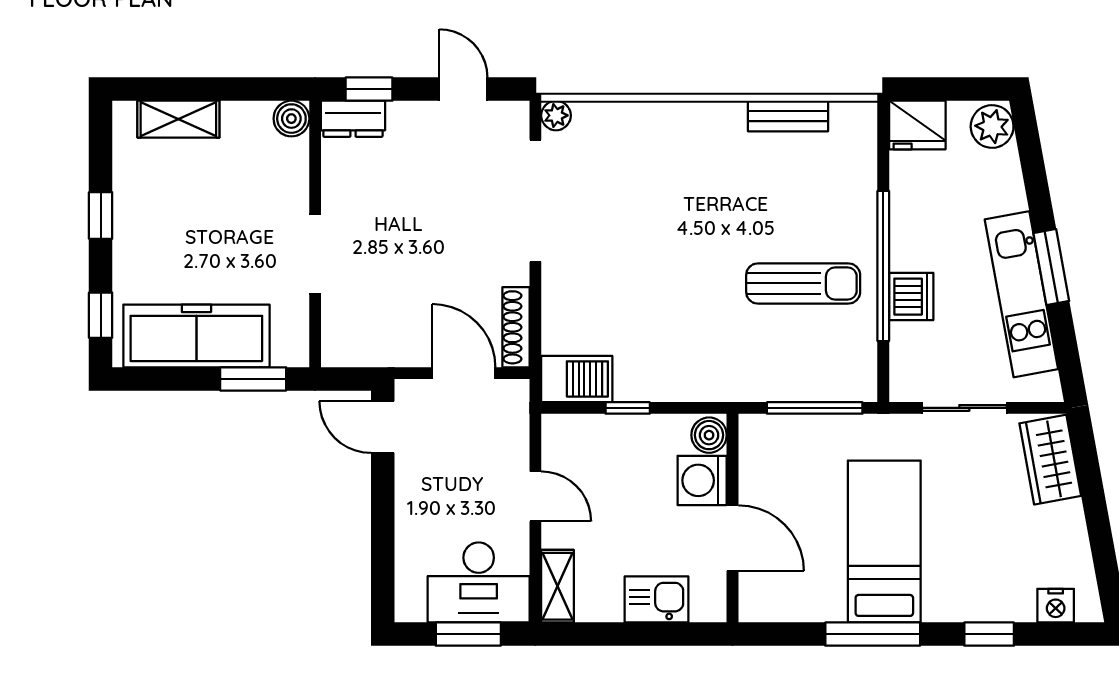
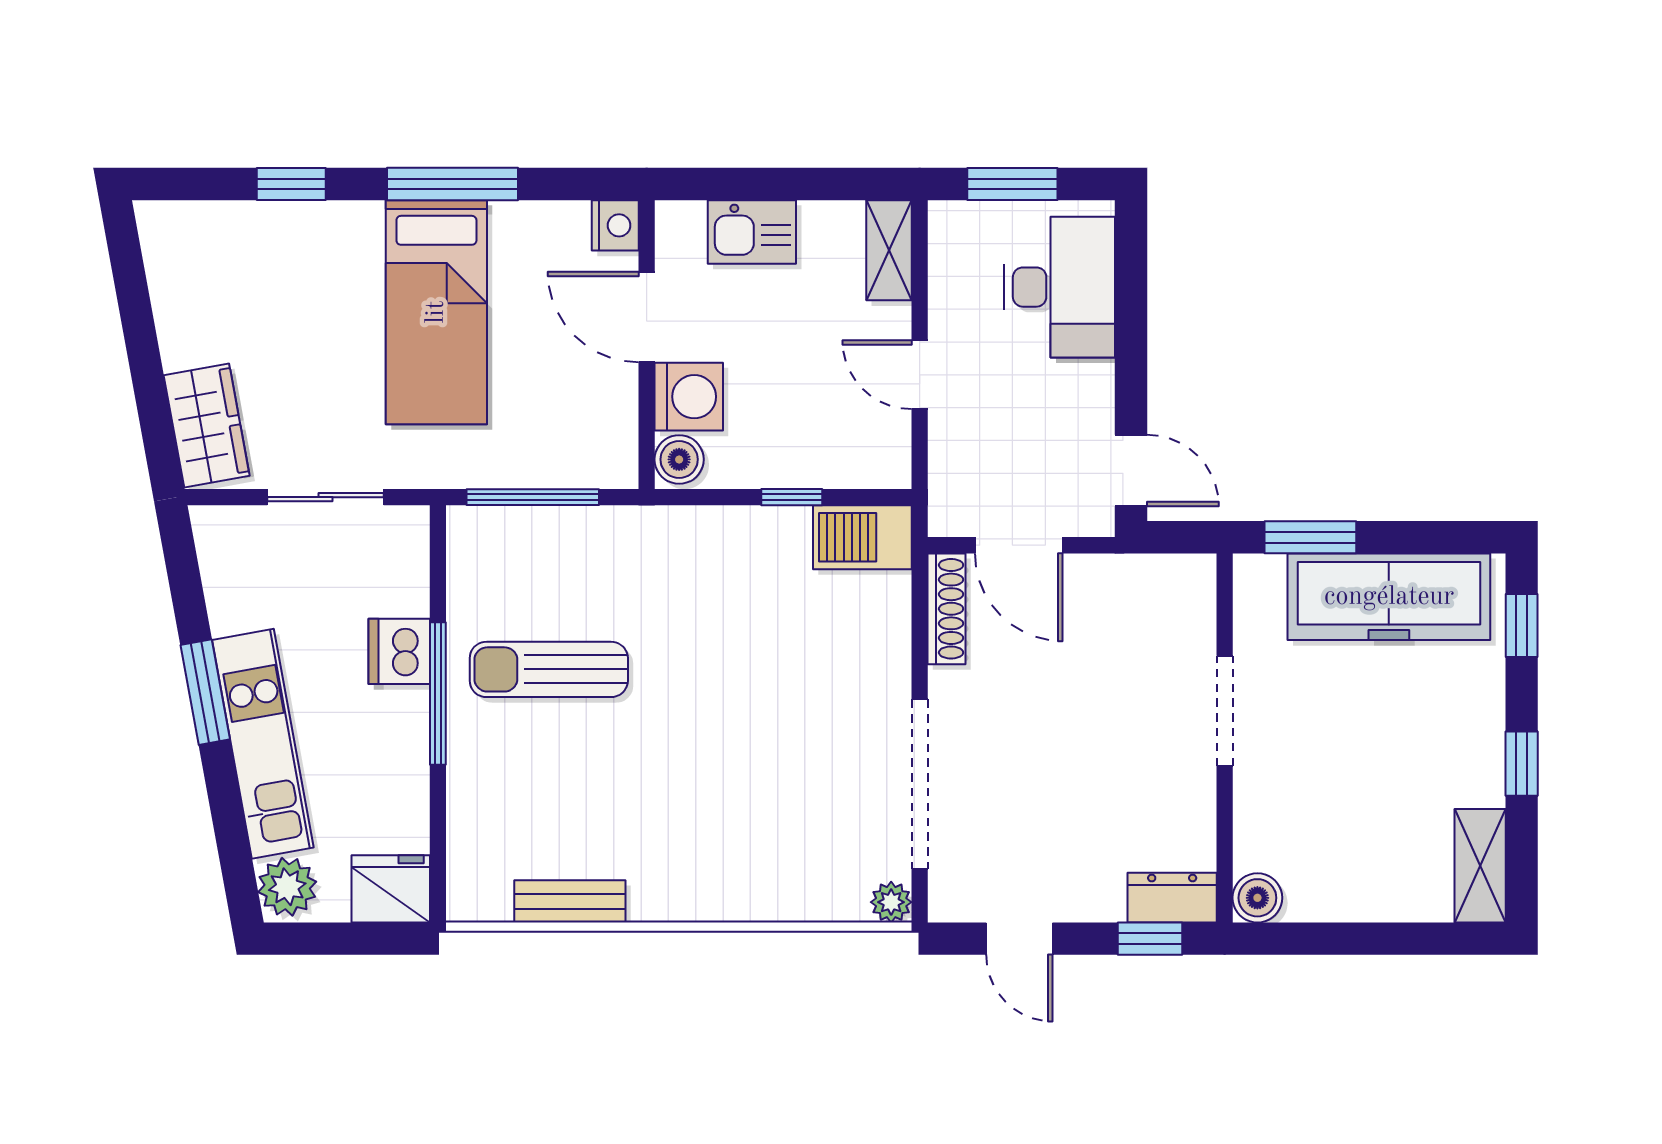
shelving: (178, 119) -> (1480, 866), moved, turned 90
window: (883, 266) -> (438, 694), width x0.68
kitchen unit: (1021, 294) -> (263, 744), moved
desk: (479, 582) -> (1060, 287), moved, turned 90
nightstand: (1056, 606) -> (615, 225), moved, turned 90

